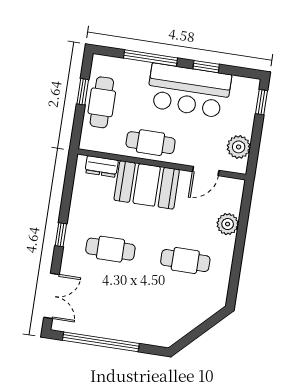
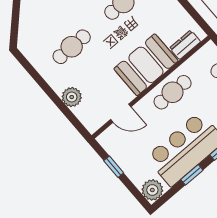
window: (261, 102) -> (114, 167), moved
plant: (239, 147) -> (152, 190), moved
door: (206, 171) -> (121, 113), swing flipped

